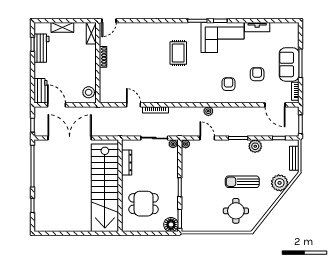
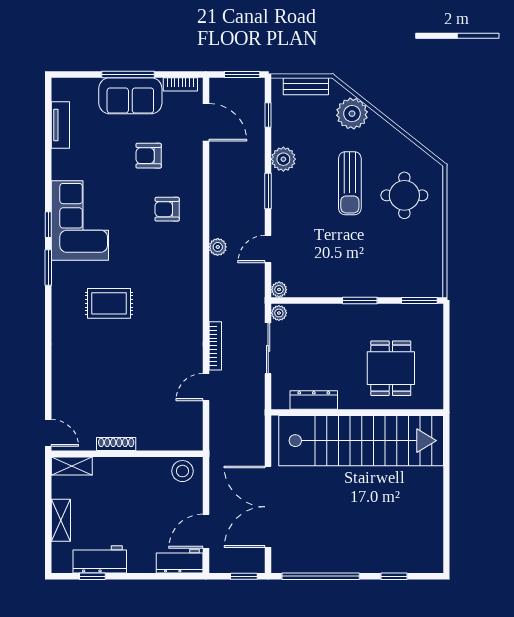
tv unit: (257, 27) -> (60, 125), moved
door: (275, 105) -> (206, 122), hinge flipped
floor lamp: (171, 225) -> (430, 317), removed

